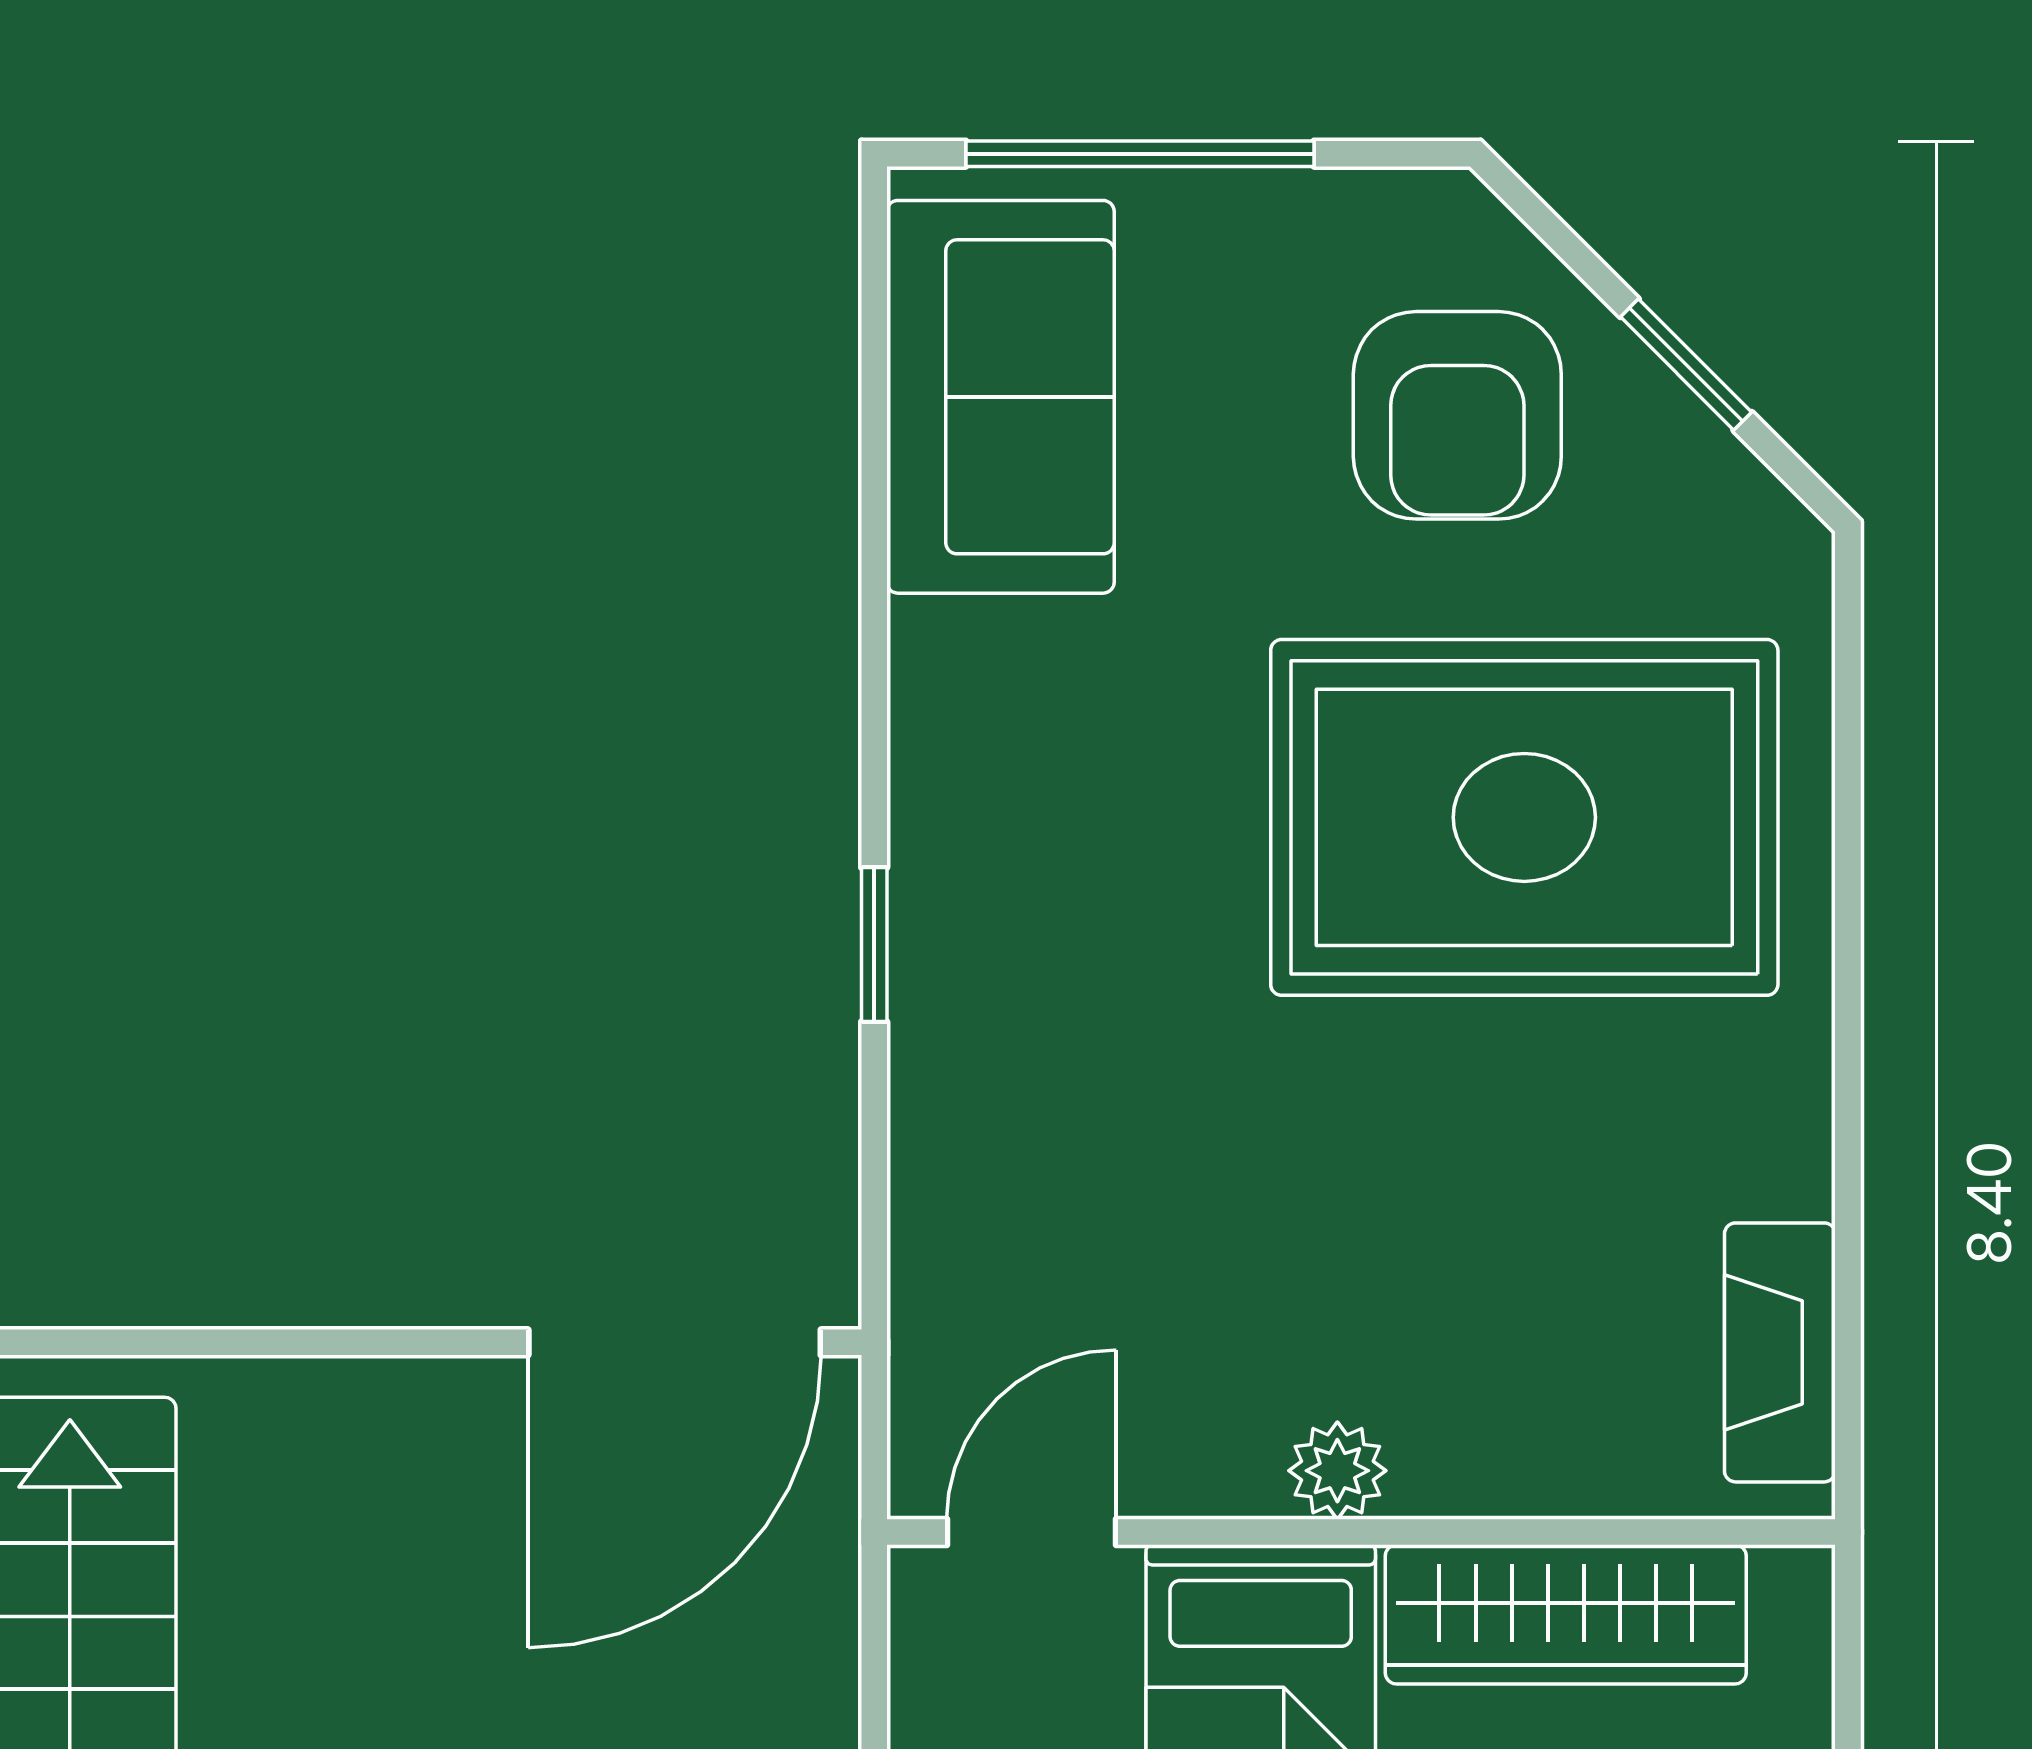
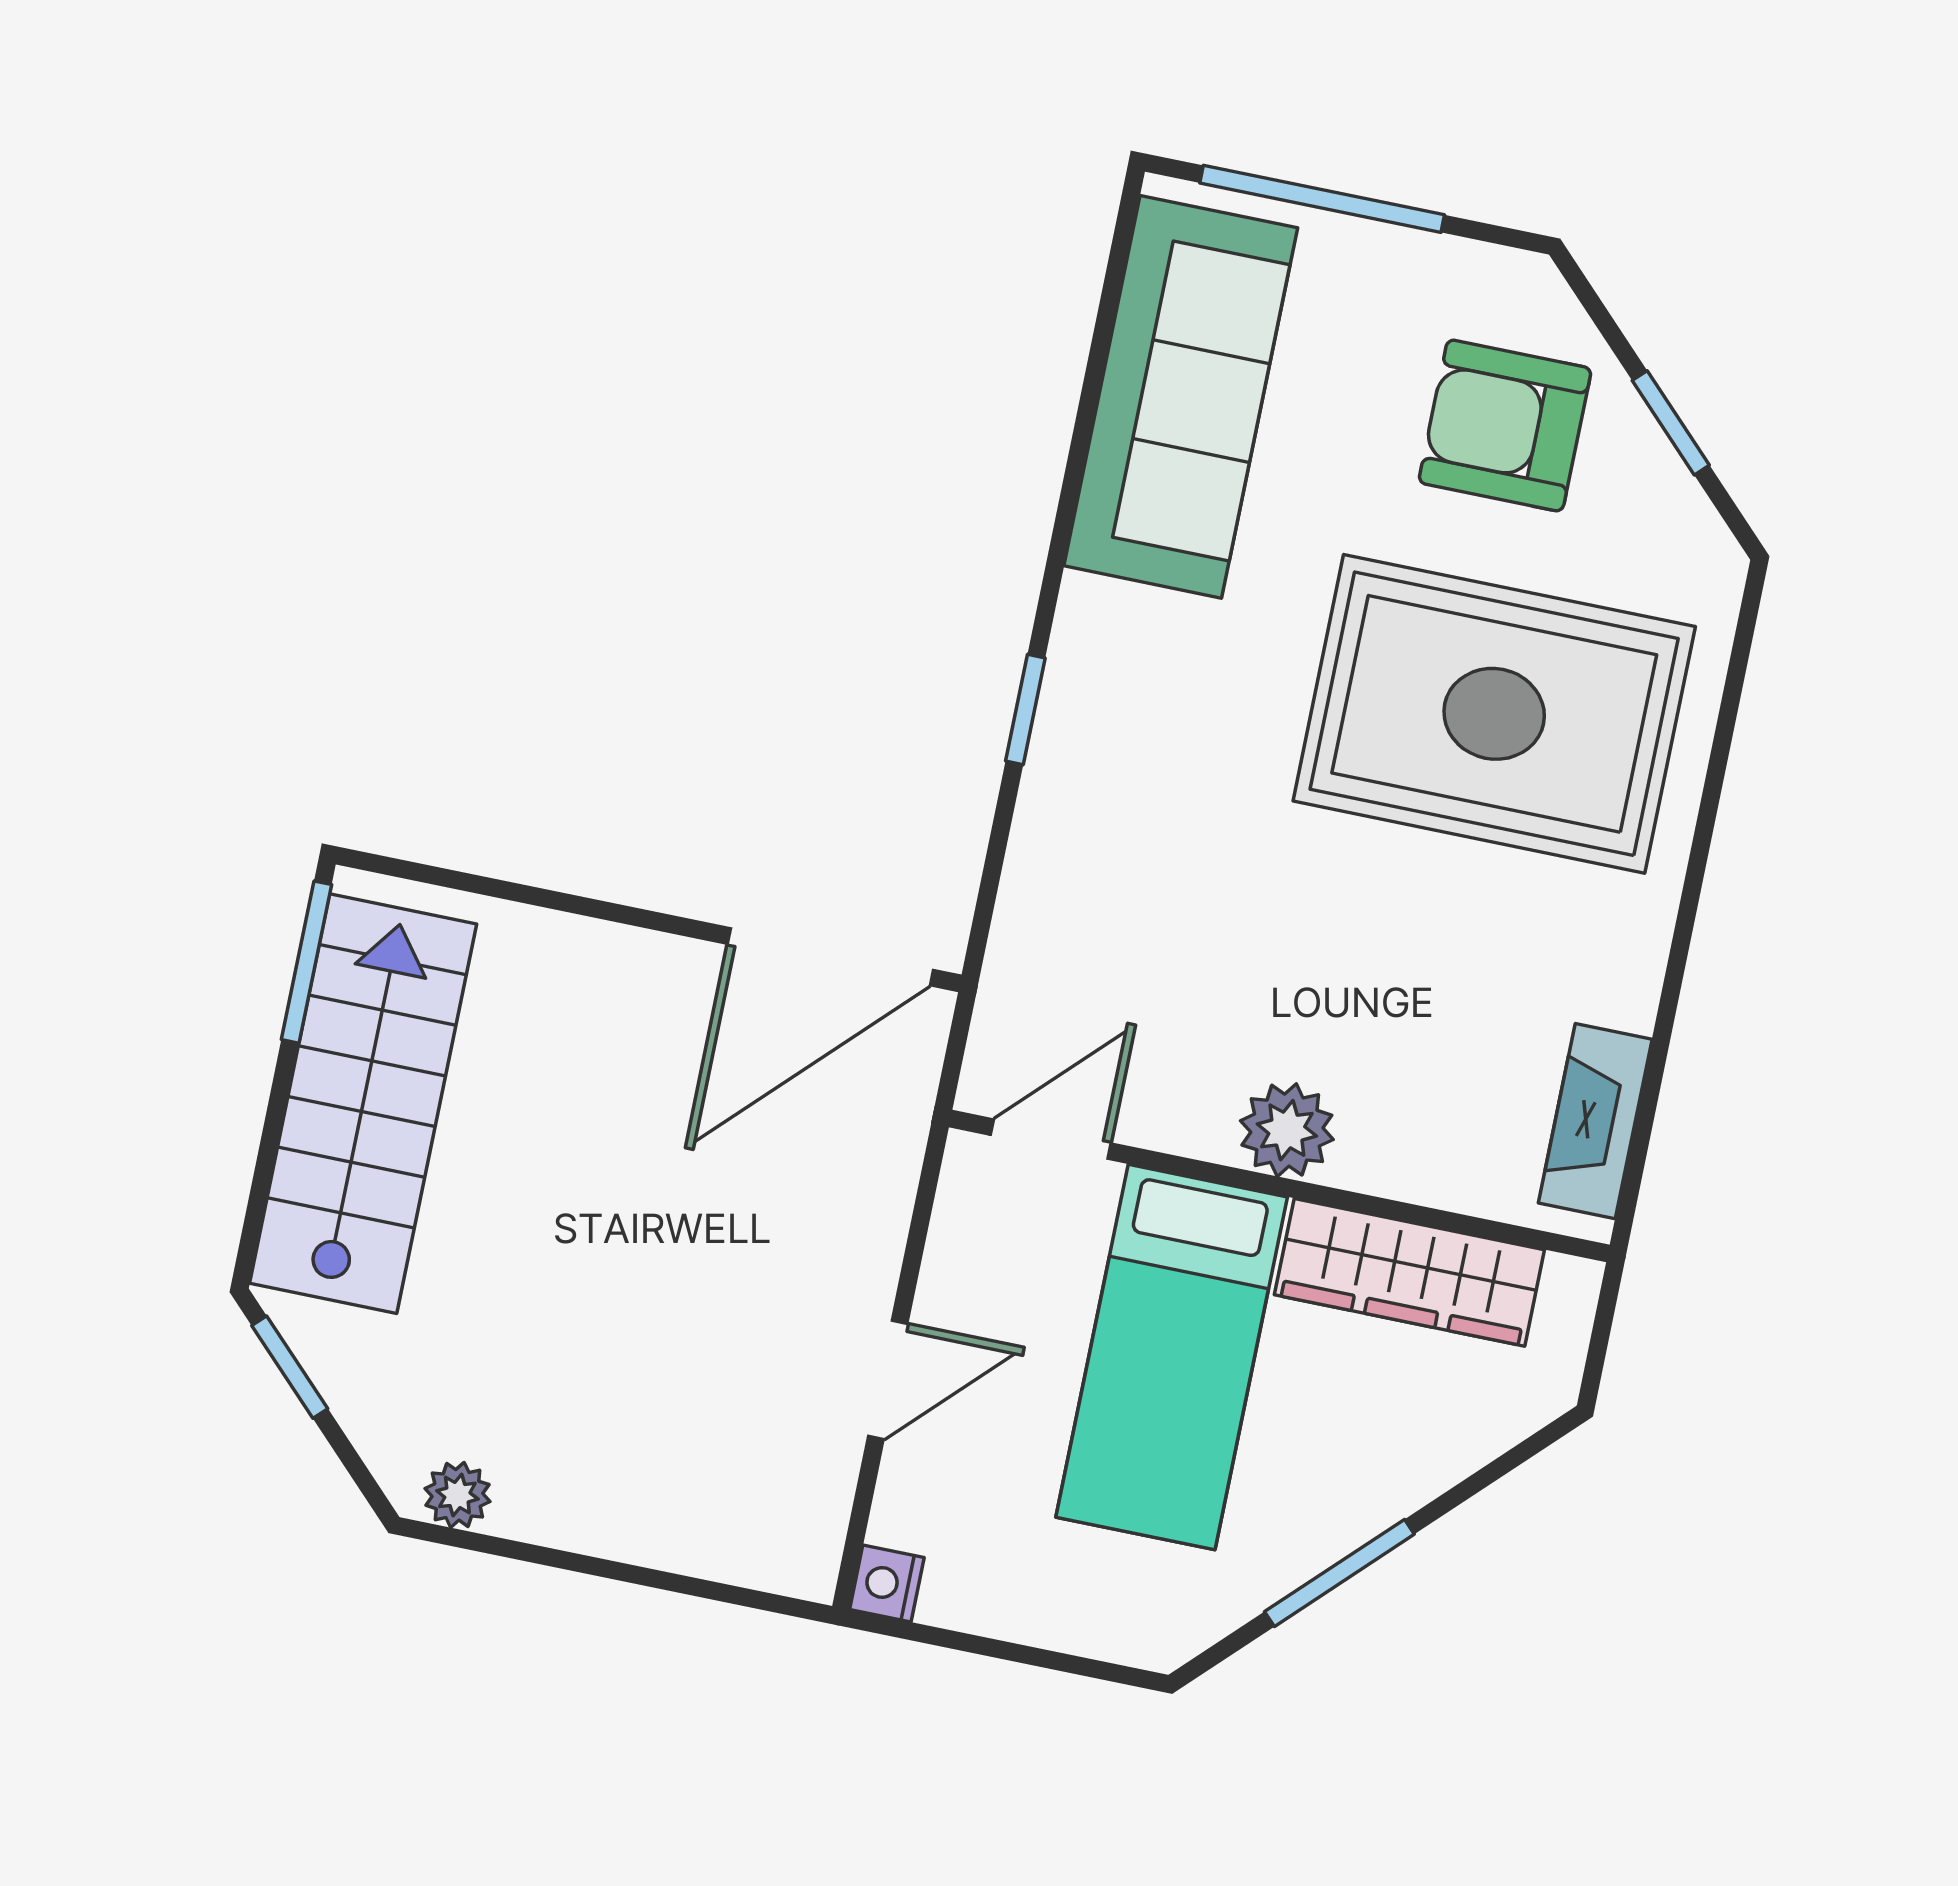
sofa: (1000, 397) -> (1181, 397), width x1.36
armchair: (1457, 415) -> (1505, 426), turned 90
plant: (1337, 1471) -> (1287, 1130), width x1.38, depth x1.38

